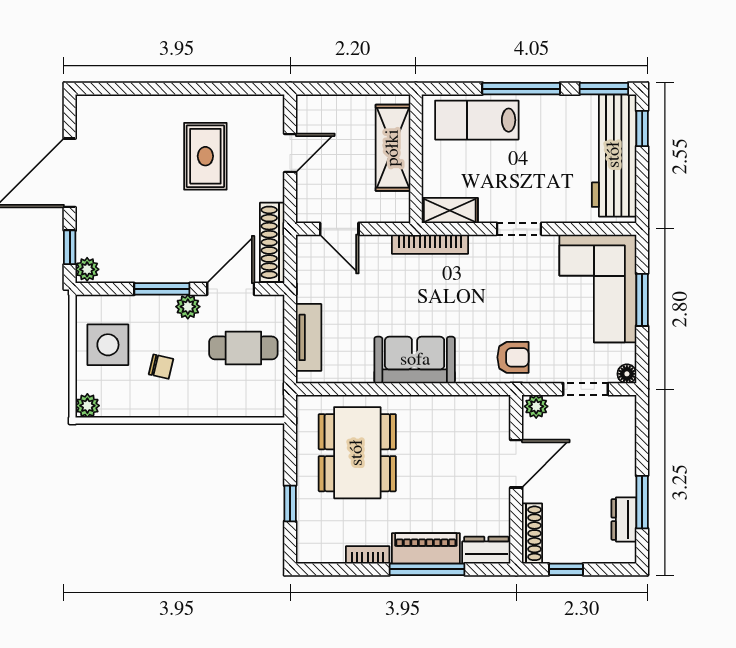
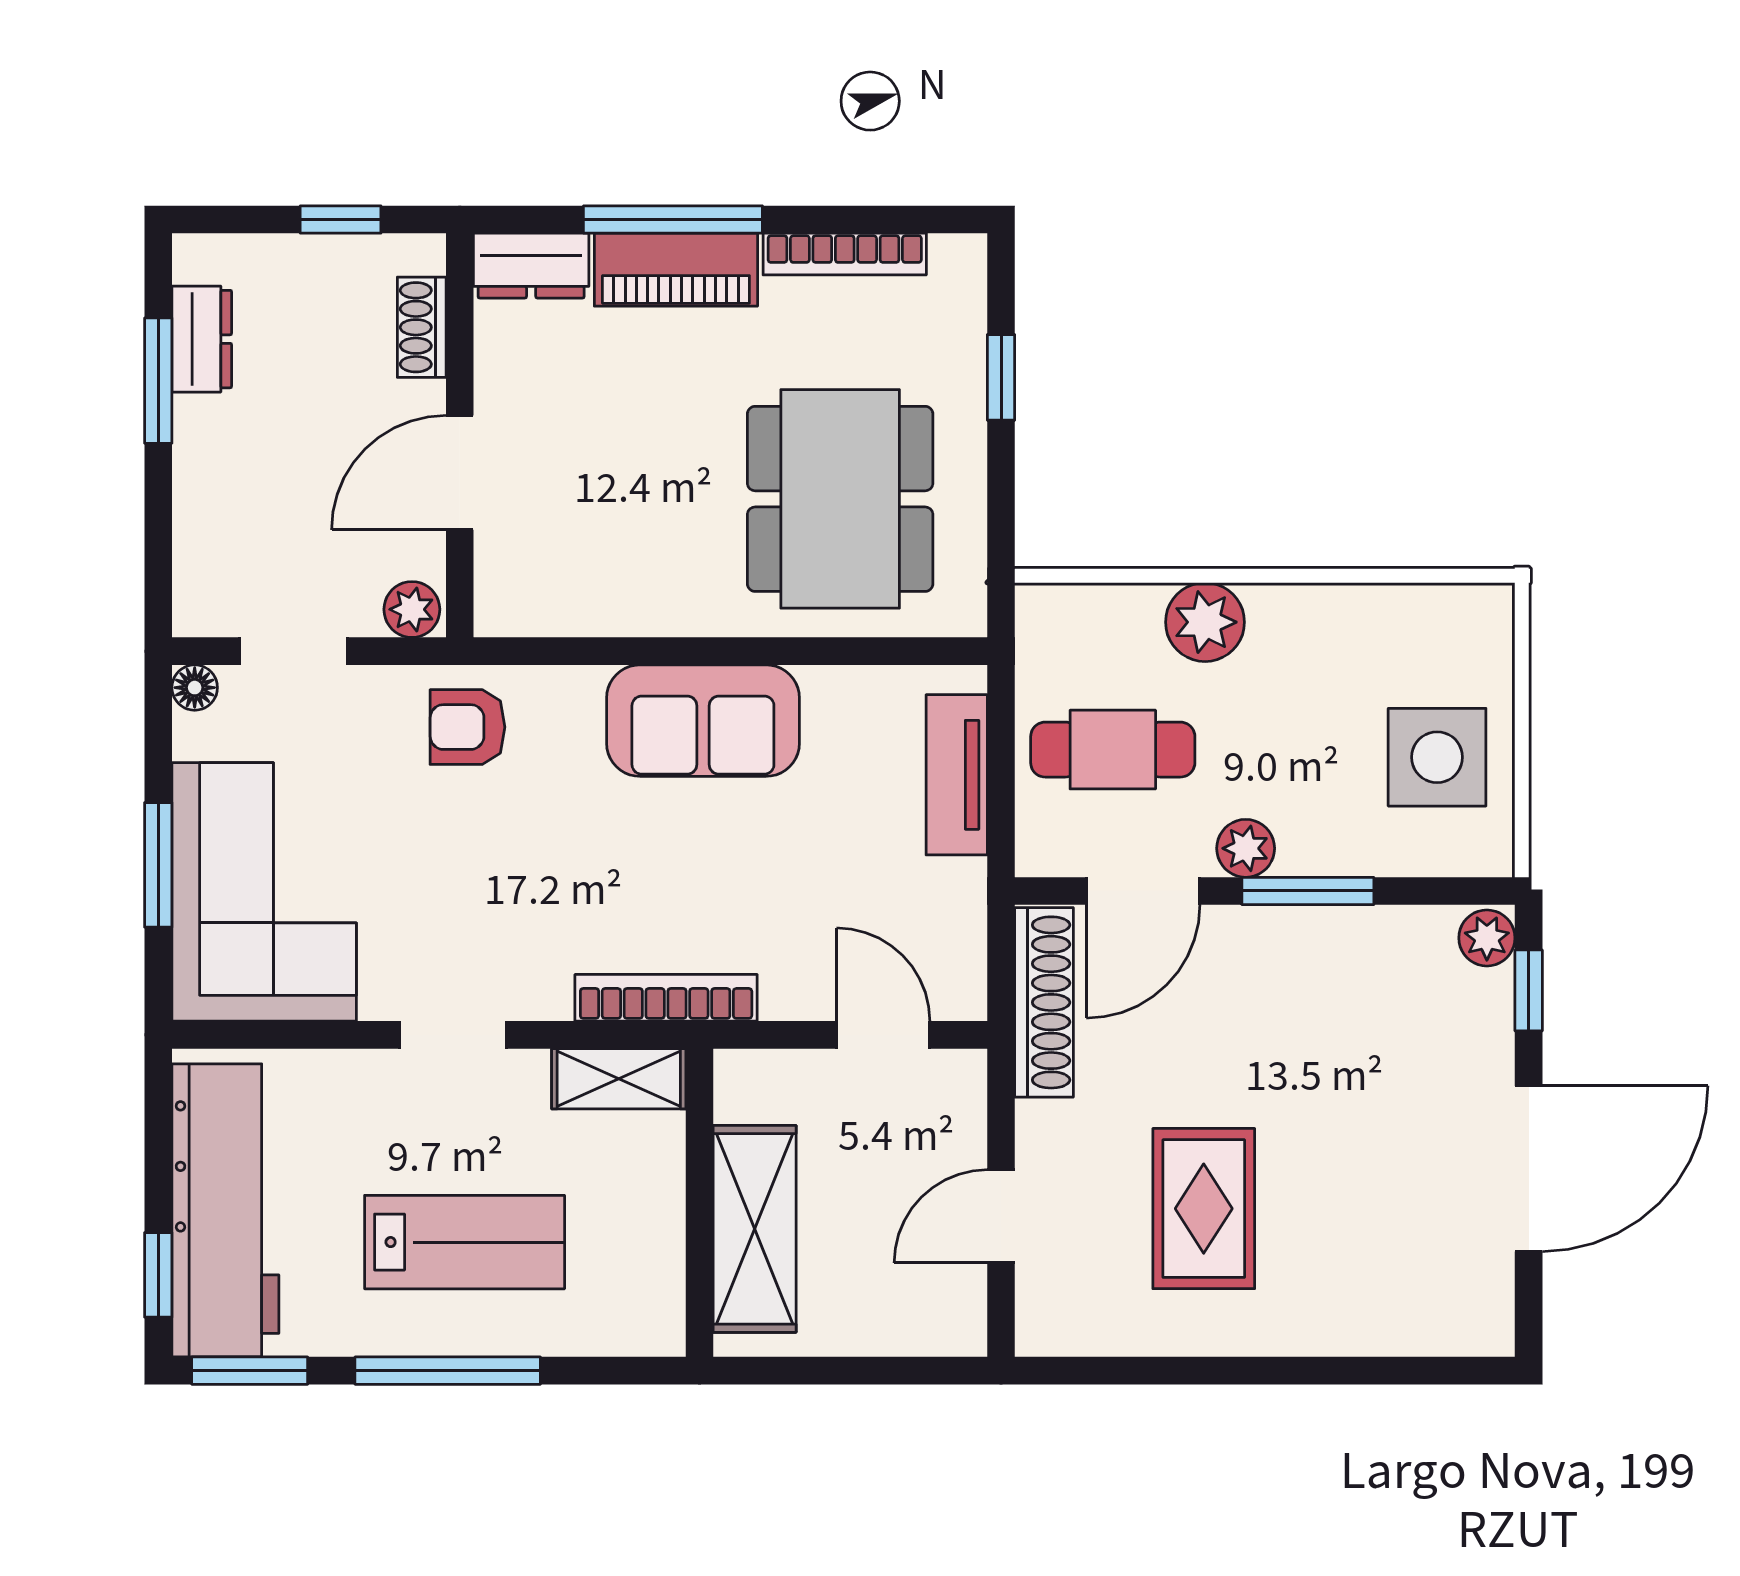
lab bench: (477, 120) -> (465, 1242), moved
chair: (161, 367) -> (1310, 705), removed
plant: (87, 406) -> (1205, 622), moved, width x1.38, depth x1.38
shoe rack: (532, 533) -> (422, 327), width x0.70
bookcase: (368, 555) -> (845, 254), width x1.56

